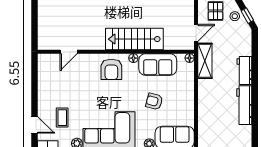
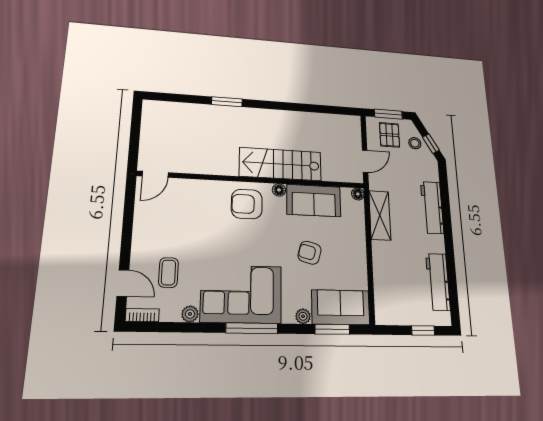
door: (69, 52) -> (155, 174), moved
shelving: (205, 61) -> (380, 215), moved
armchair: (111, 69) -> (247, 204), turned 90
workbench: (244, 70) -> (432, 207), width x1.38
workbench: (244, 105) -> (438, 282), moved

